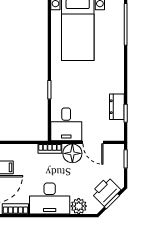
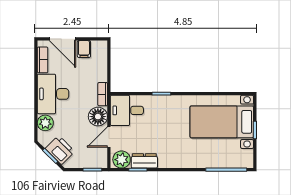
plant: (115, 130) -> (122, 160), added

